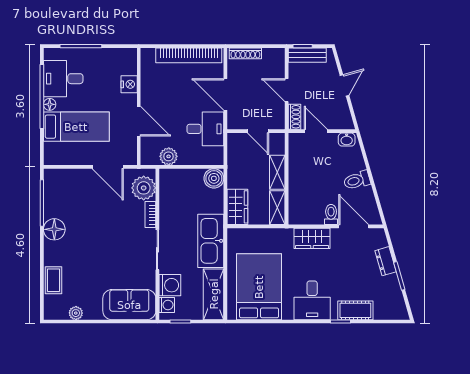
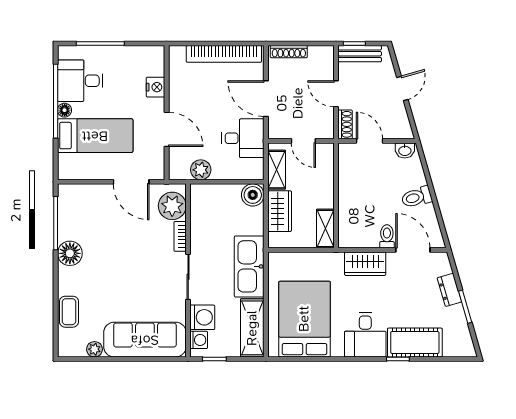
shelving: (277, 172) -> (277, 170), moved
wardrobe: (237, 207) -> (280, 211), moved
sofa: (129, 305) -> (145, 340), width x1.36
cot: (355, 310) -> (415, 343), width x1.37, depth x1.34

